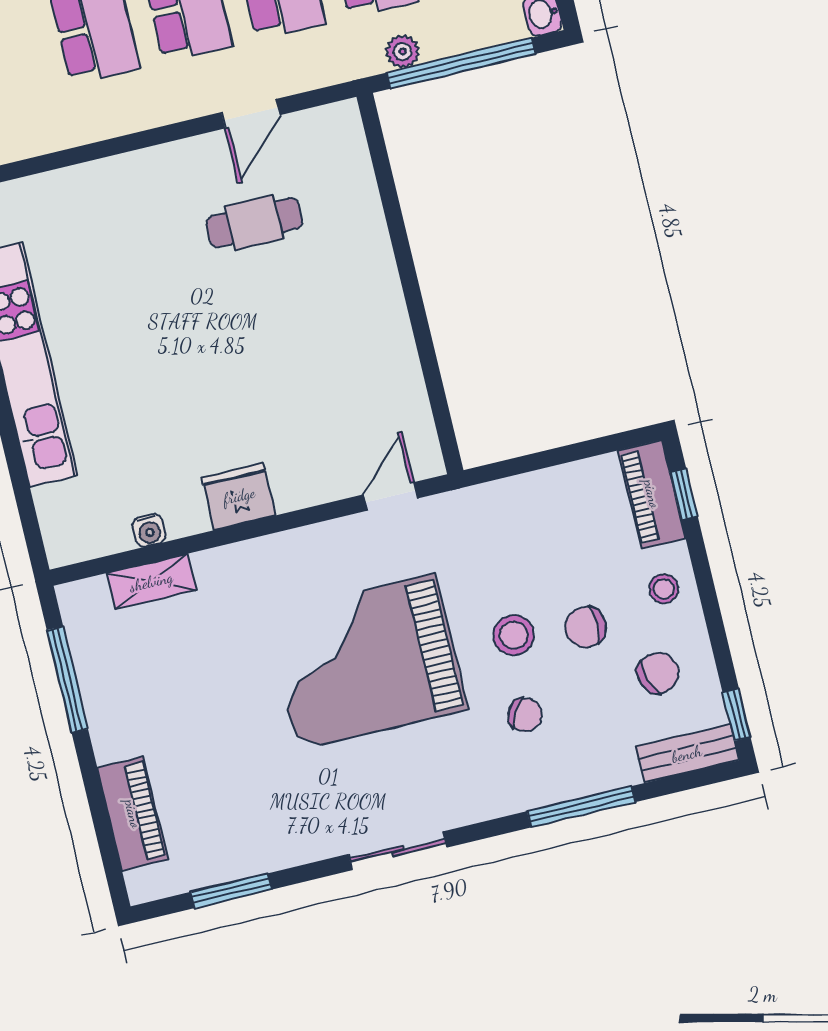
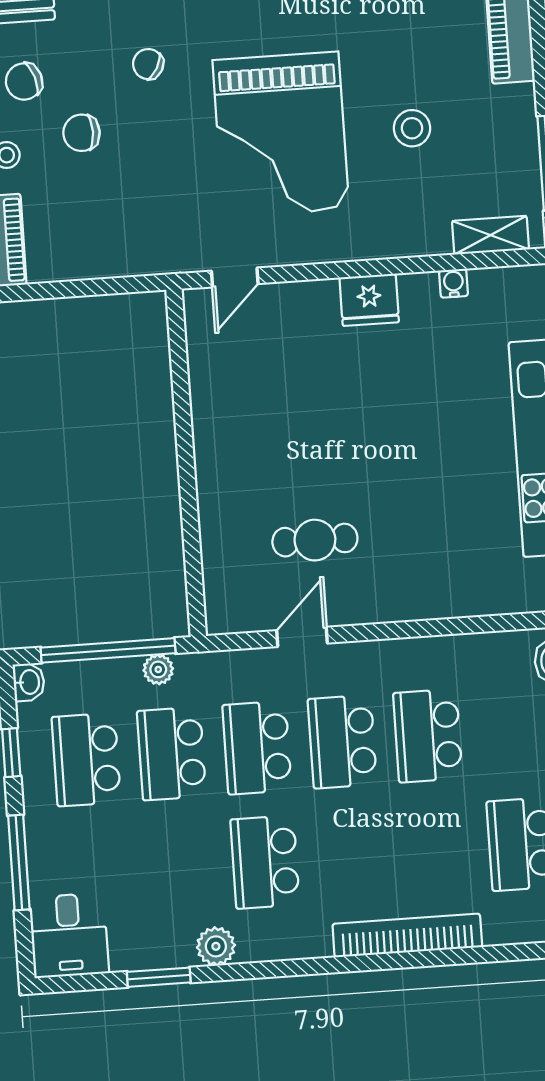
shelving: (151, 582) -> (490, 235), moved
chair: (586, 627) -> (82, 133), turned 180
stool: (514, 635) -> (412, 128), moved
grand piano: (366, 662) -> (281, 134), turned 90

